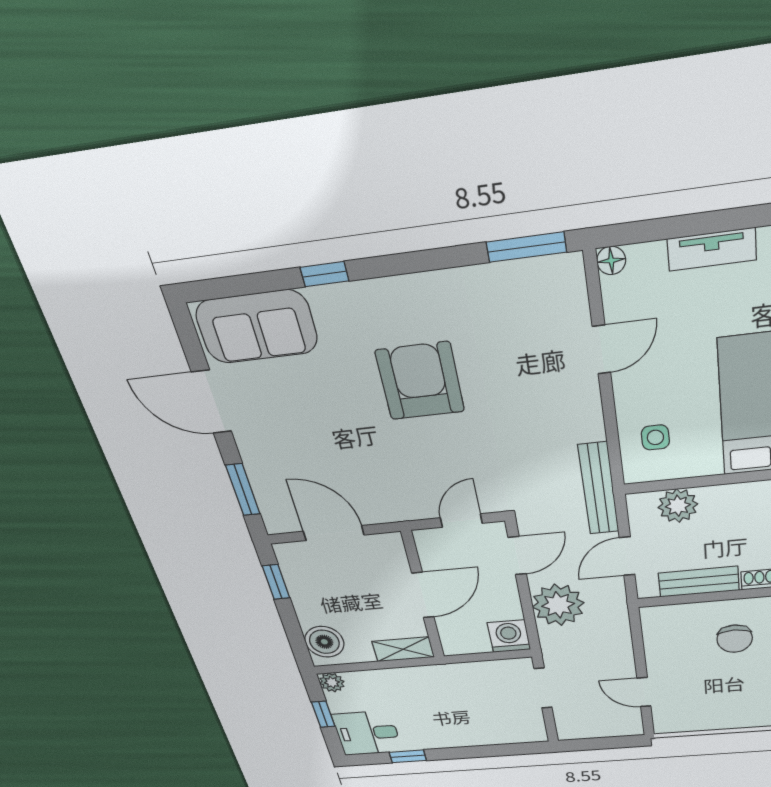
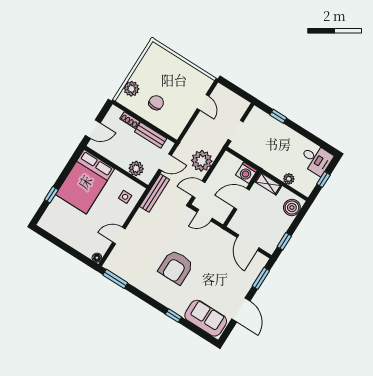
tv unit: (712, 249) -> (70, 240), removed
washing machine: (509, 636) -> (246, 173), moved
plant: (332, 682) -> (289, 179), moved
window: (408, 756) -> (278, 116), moved

